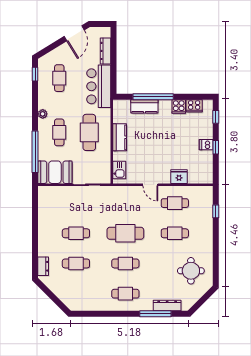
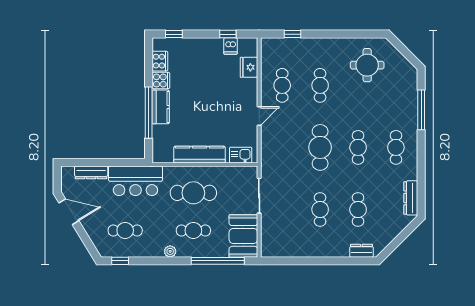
kitchen counter: (144, 106) -> (161, 107), moved
kitchen counter: (120, 137) -> (200, 155), width x1.50
dishwasher: (206, 145) -> (231, 46), moved
window: (216, 147) -> (228, 34), moved
fridge: (179, 177) -> (249, 67), moved
dresser: (167, 305) -> (411, 198), moved

